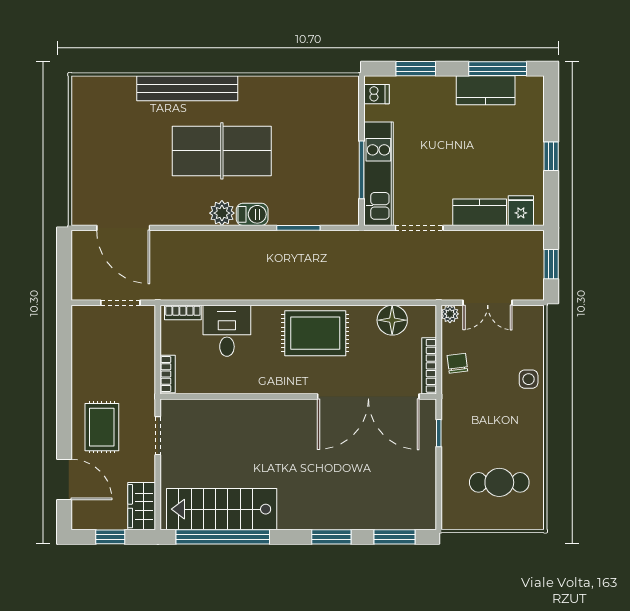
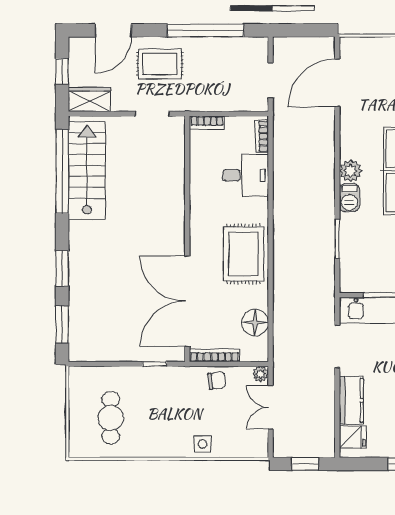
window: (64, 376) -> (205, 30), added

